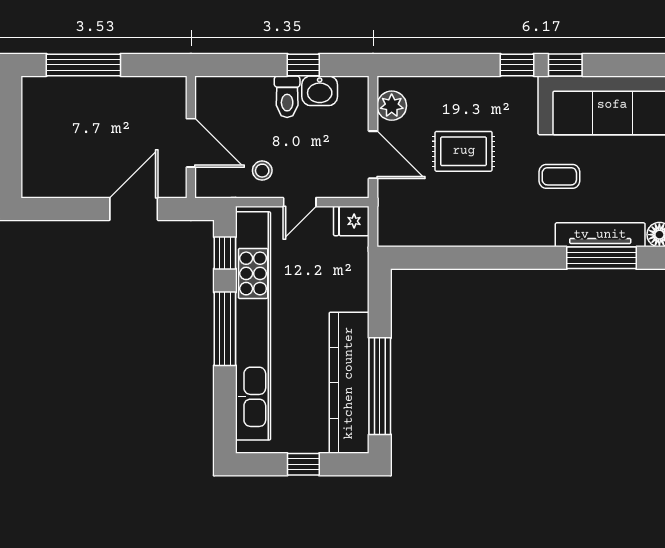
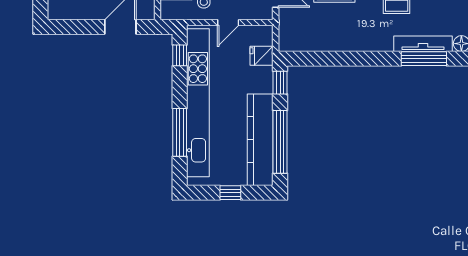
fridge: (351, 221) -> (262, 56), moved
window: (380, 295) -> (280, 83), added
window: (225, 329) -> (180, 132), moved

